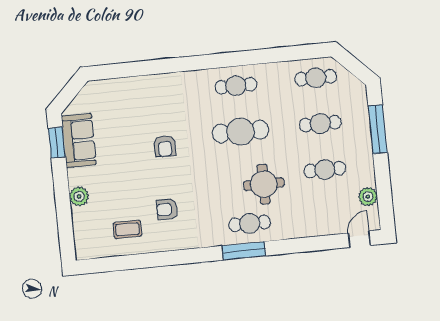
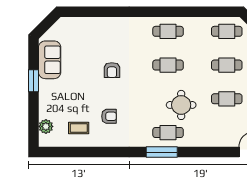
cafe table: (240, 132) -> (168, 65), width x0.73, depth x0.74
window: (57, 143) -> (34, 81), moved
plant: (79, 196) -> (46, 126), moved
armchair: (167, 209) -> (109, 116), turned 180

